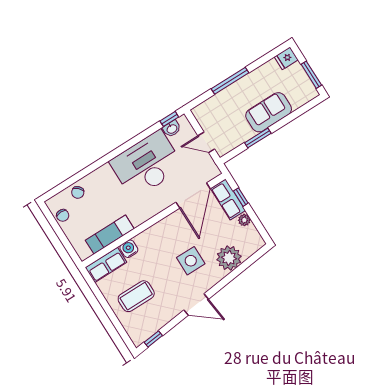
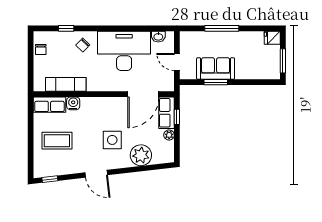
sofa: (269, 112) -> (216, 69), moved
window: (169, 119) -> (66, 28), moved
chair: (78, 192) -> (83, 45), moved

